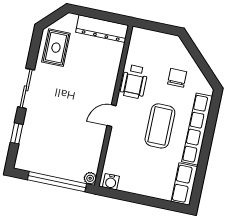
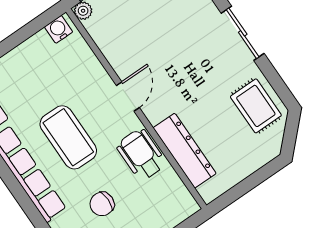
dresser: (102, 29) -> (185, 151), moved, turned 90
chair: (177, 78) -> (102, 204), turned 90

